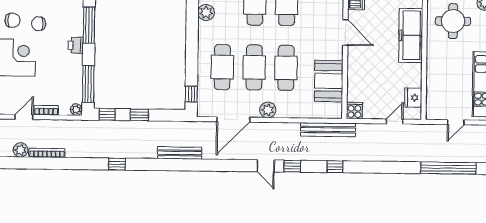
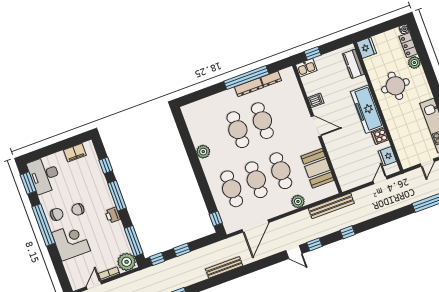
plant: (76, 110) -> (127, 262), width x1.87, depth x1.87
plant: (268, 110) -> (298, 201), moved
cooker: (354, 111) -> (380, 136), moved, turned -90

